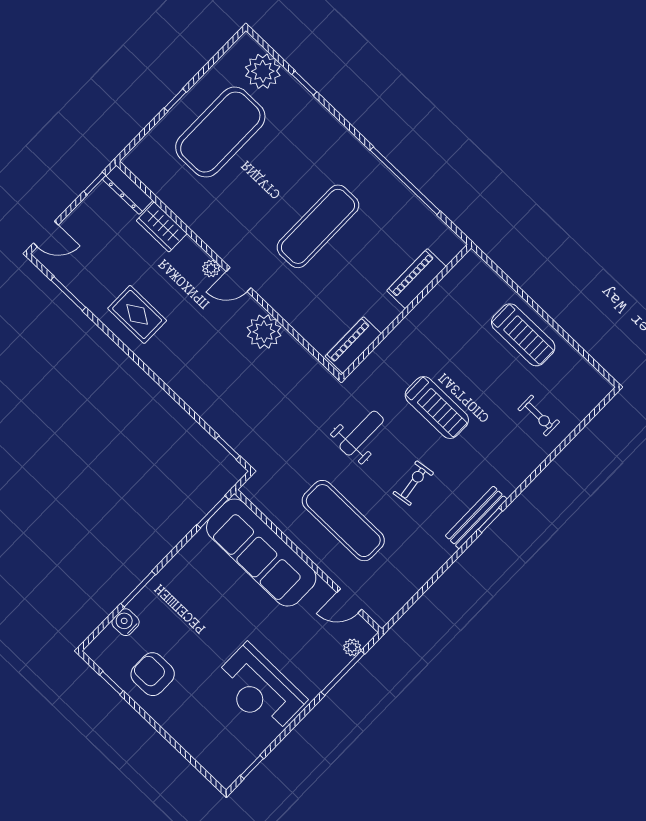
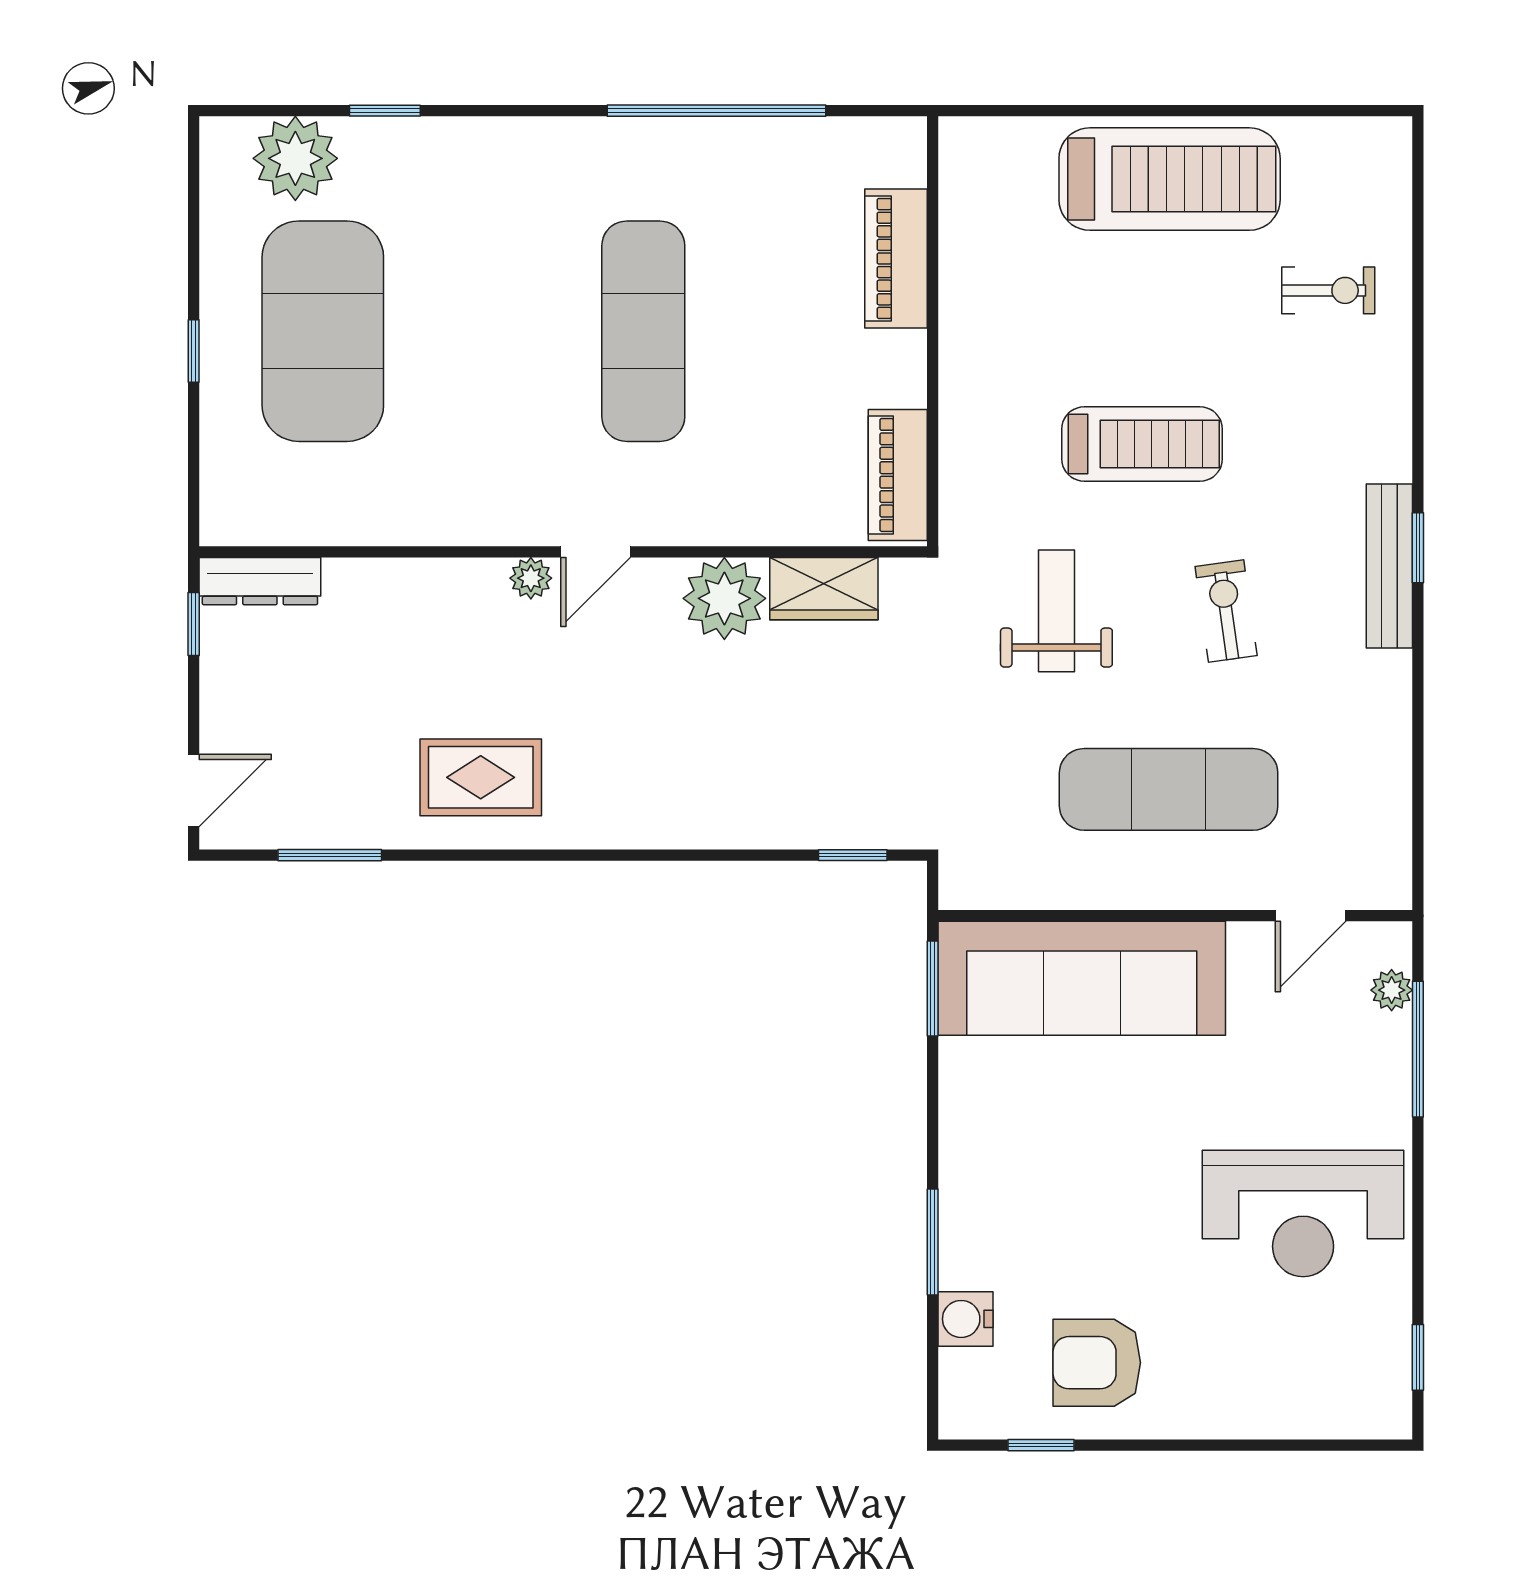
wardrobe: (162, 227) -> (824, 589), moved
treadmill: (523, 335) -> (1170, 179), width x1.37, depth x1.38

